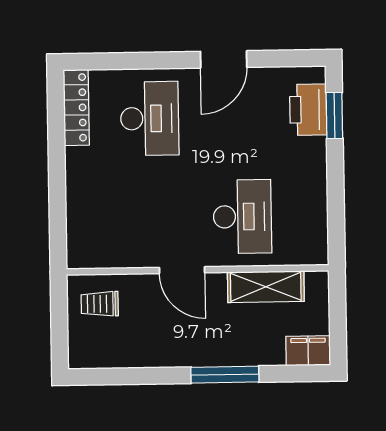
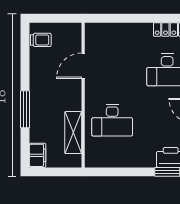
door: (182, 270) -> (83, 66), moved
trolley: (100, 304) -> (41, 40), moved, turned 90

